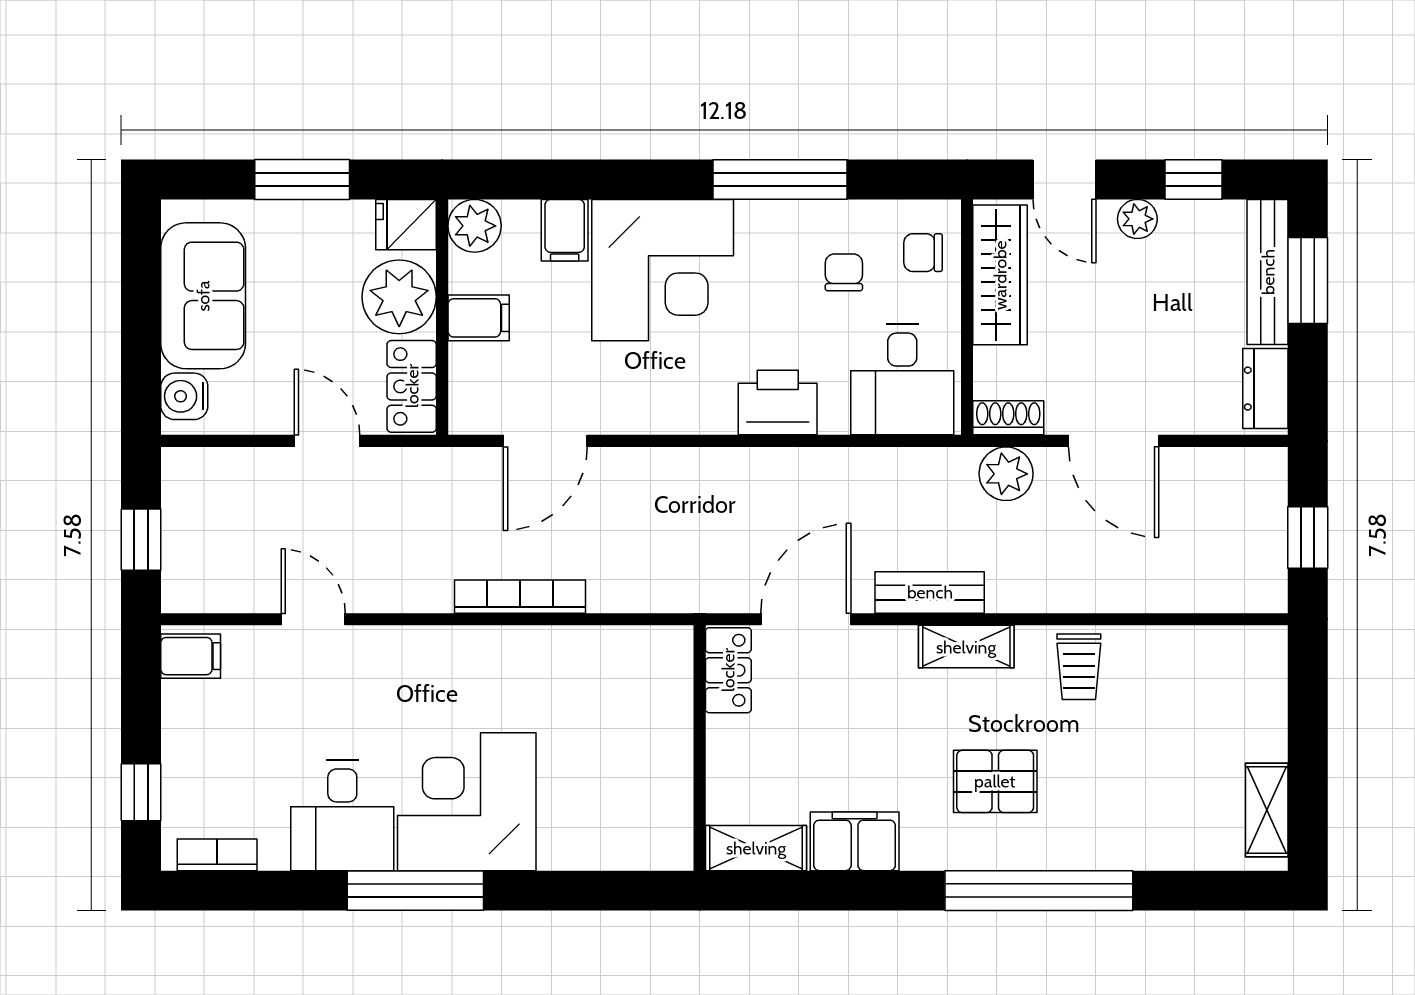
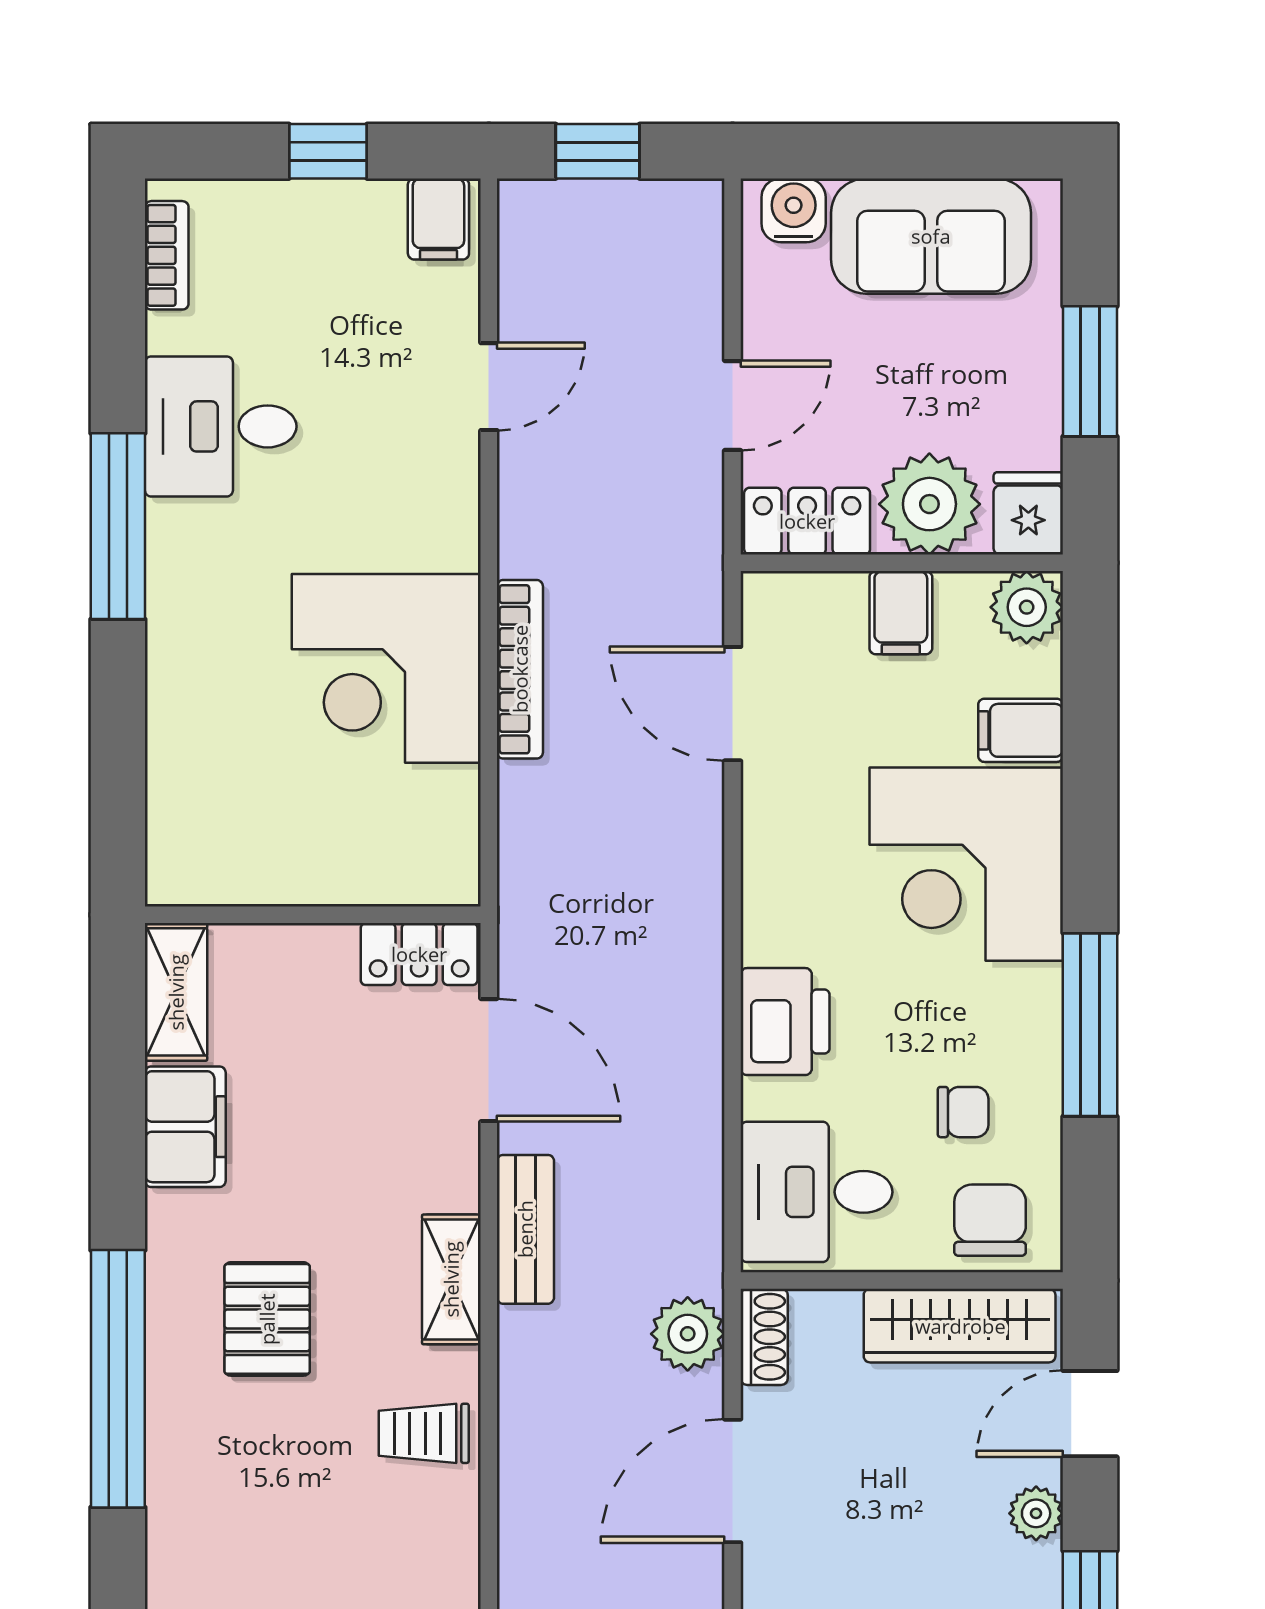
chair: (923, 253) -> (990, 1220), width x1.37, depth x1.37
window: (141, 792) -> (328, 151), moved
corner desk: (467, 802) -> (386, 668), moved, turned 180

